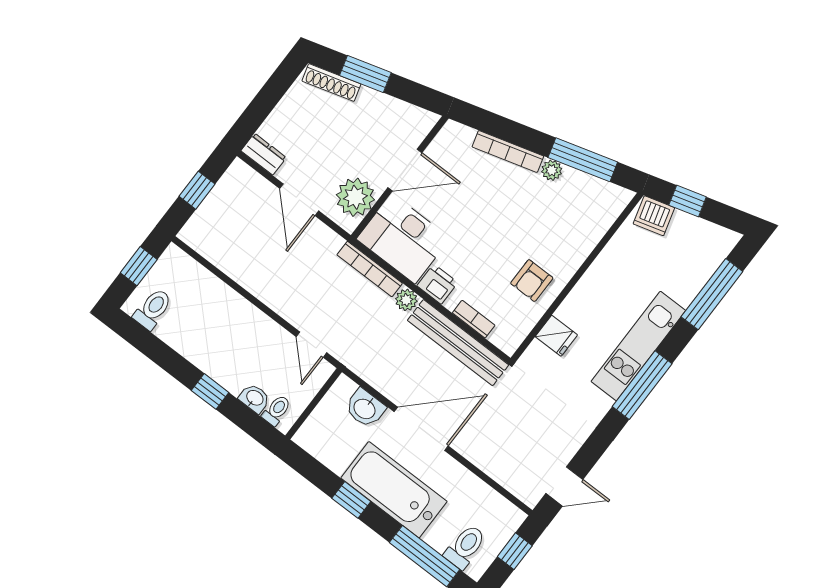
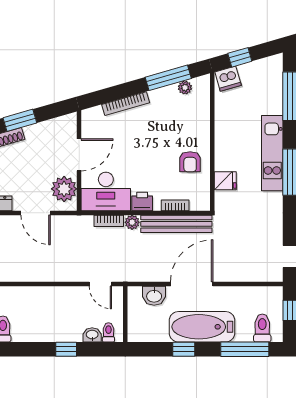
plant: (552, 170) -> (185, 88), moved
bookcase: (370, 269) -> (109, 221), width x0.64

